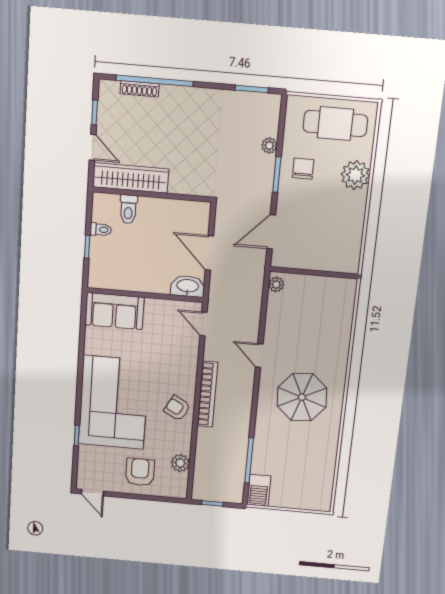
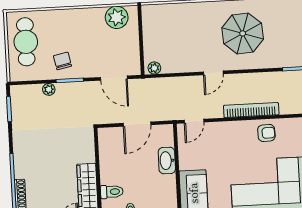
chair: (303, 169) -> (62, 61), turned 78
plant: (355, 175) -> (117, 17), moved
washbasin: (188, 286) -> (167, 161), moved
armchair: (177, 408) -> (266, 133), turned -120

